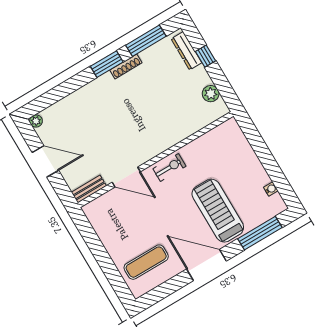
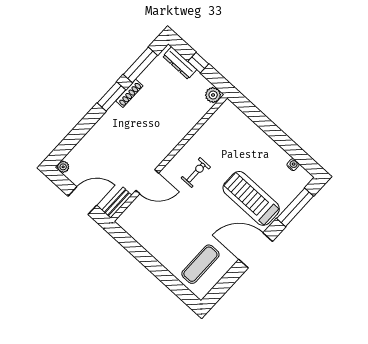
wall: (156, 159) -> (169, 158), moved
door: (126, 177) -> (147, 182), moved
bench: (89, 189) -> (117, 203), moved

